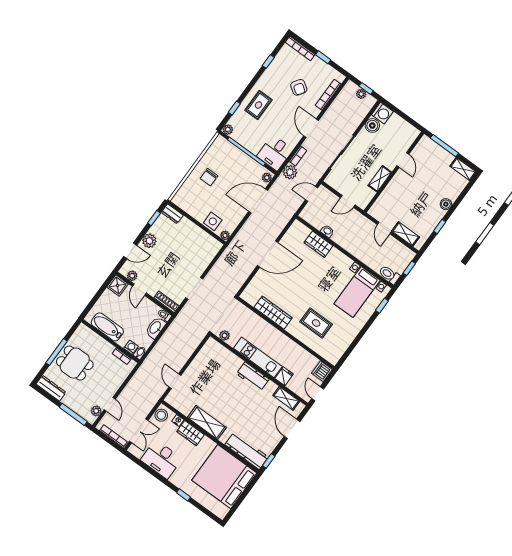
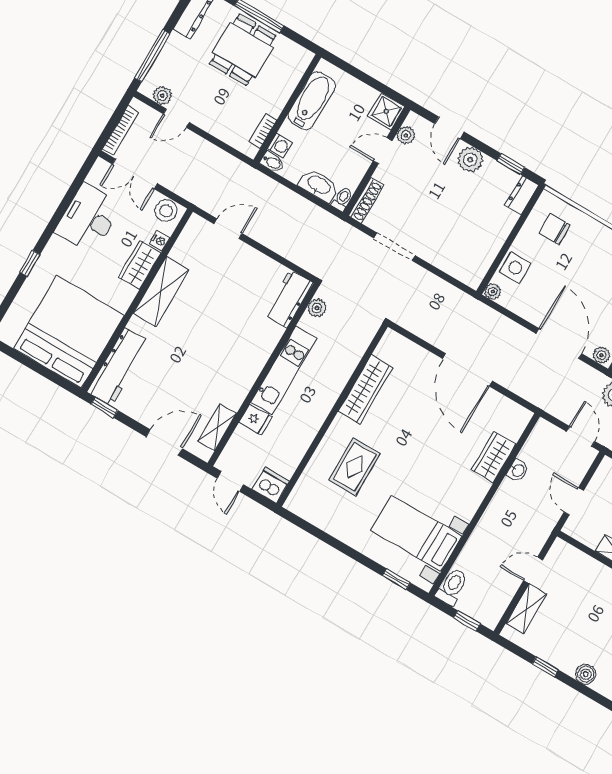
chair: (209, 177) -> (555, 229), moved
workbench: (253, 376) -> (289, 299), moved
door: (318, 394) -> (230, 481), swing flipped

